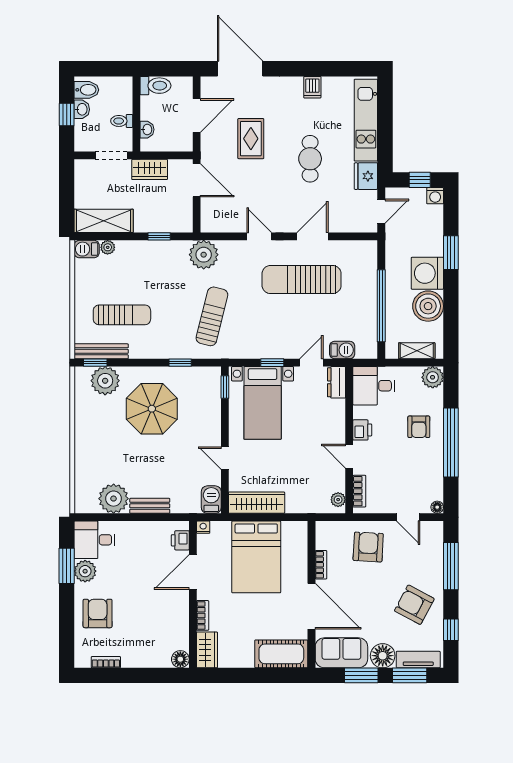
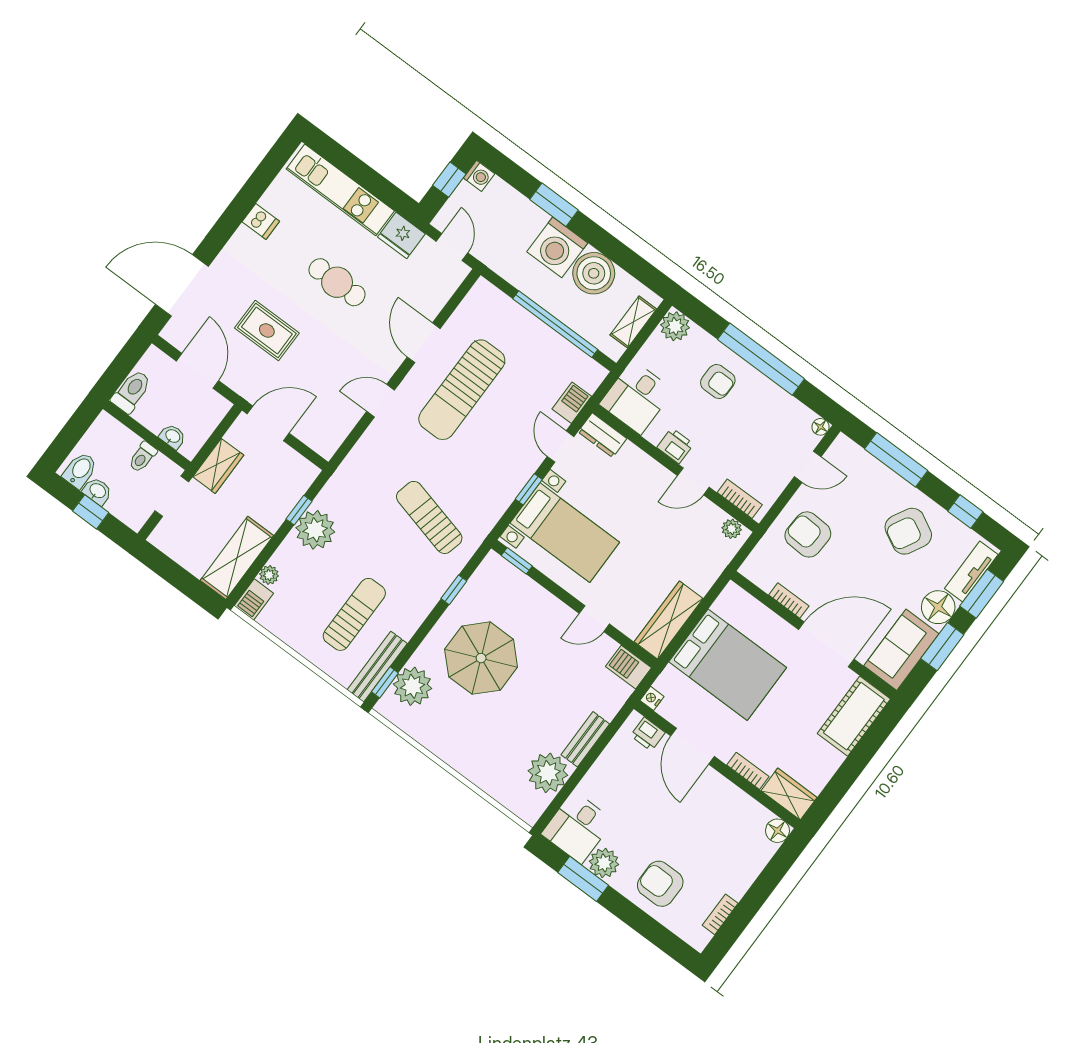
plant: (204, 255) -> (315, 530), moved

